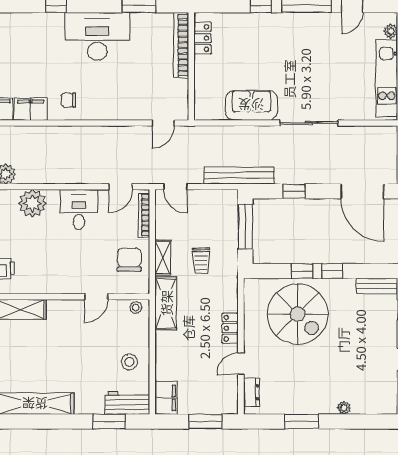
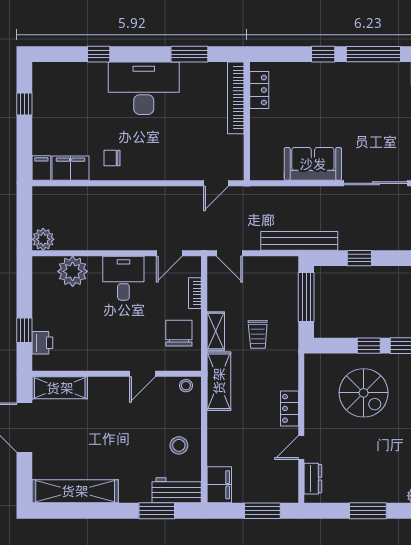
bookcase: (144, 215) -> (195, 293), width x0.64
spiral stairs: (298, 314) -> (364, 393), width x0.73, depth x0.73

